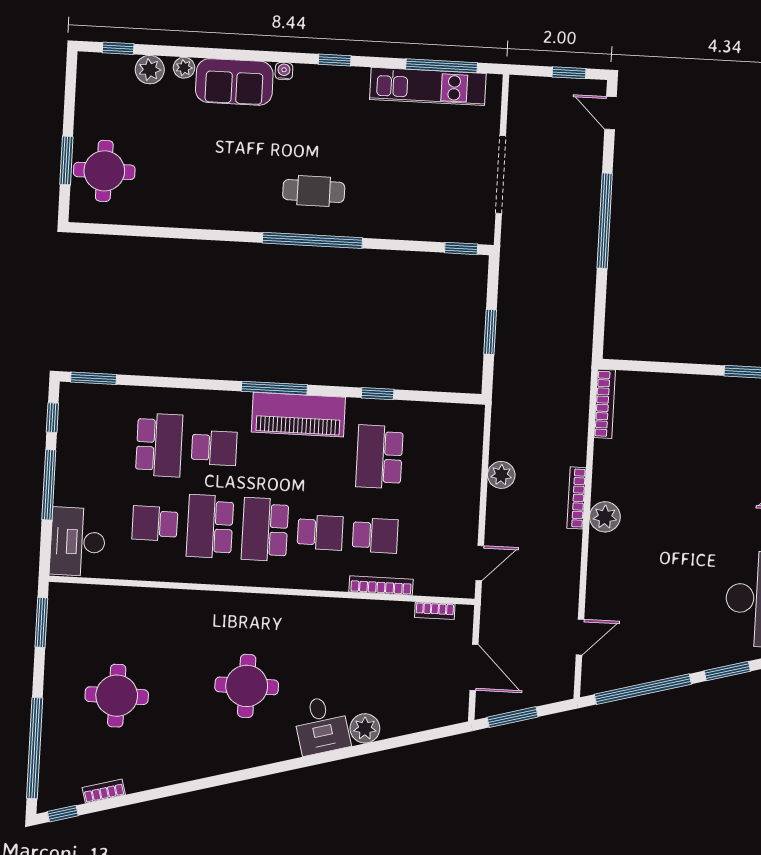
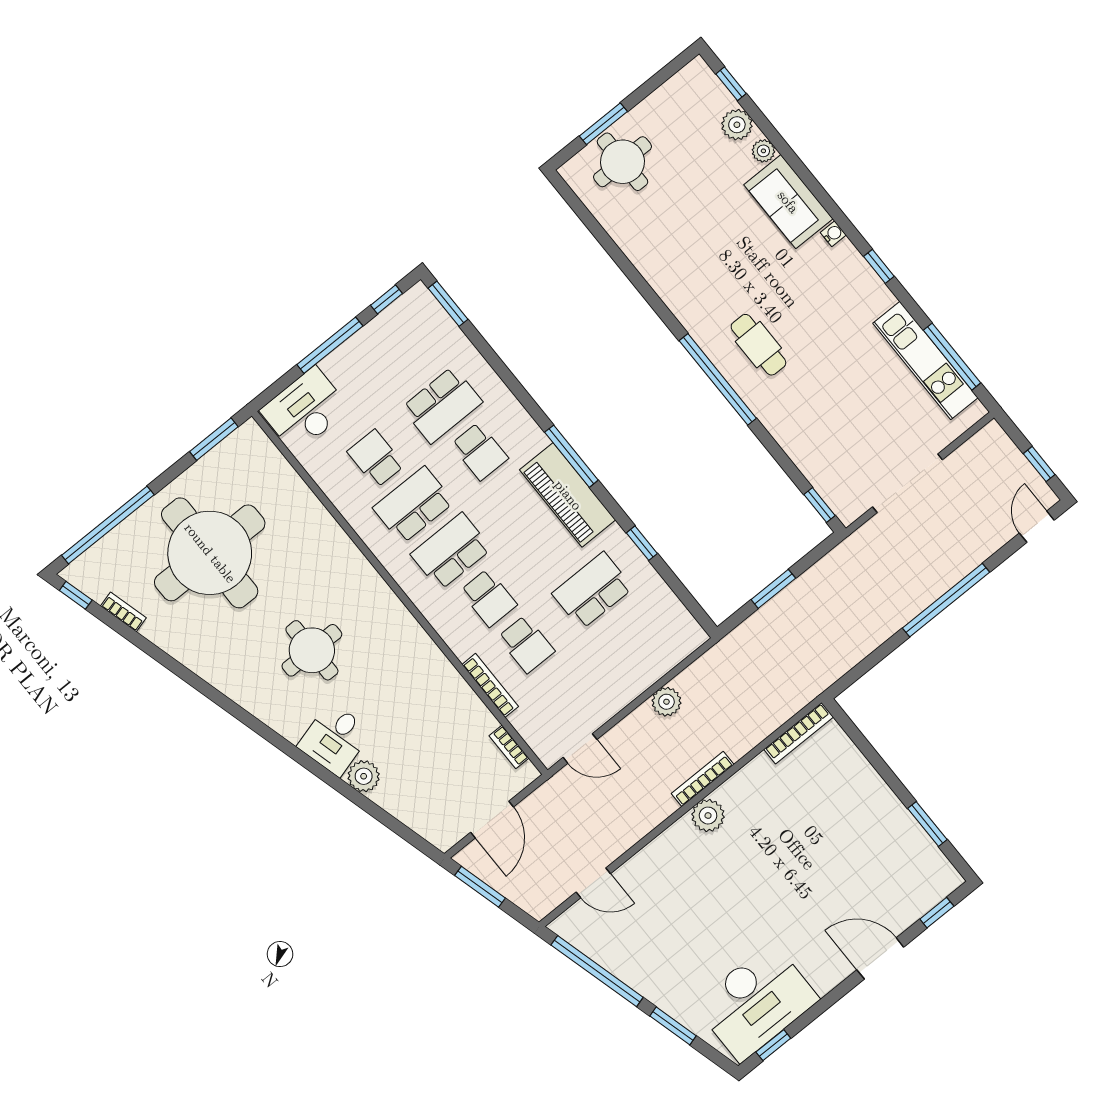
round table: (117, 696) -> (210, 553), width x1.86, depth x1.86

